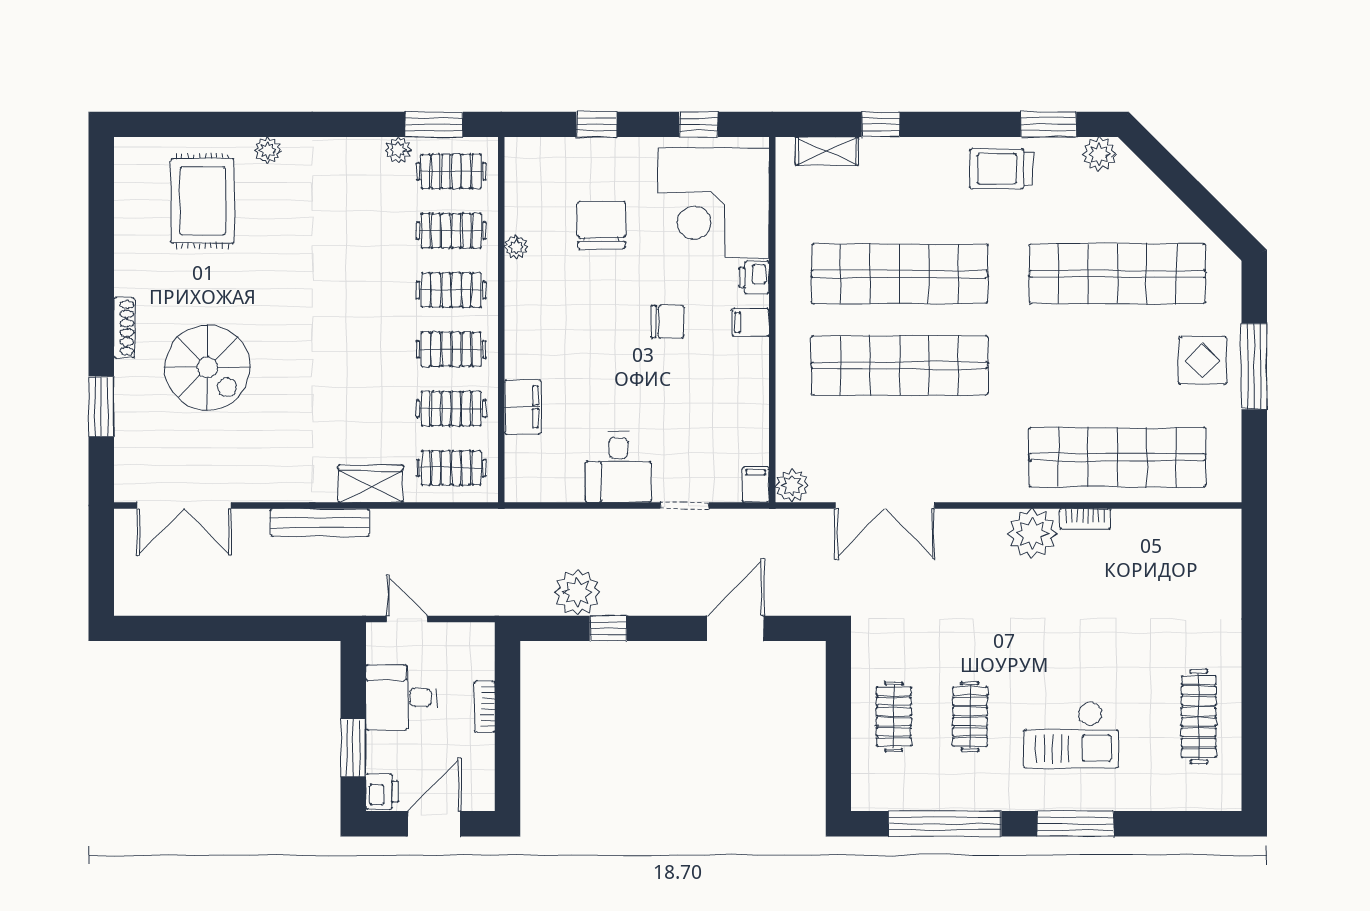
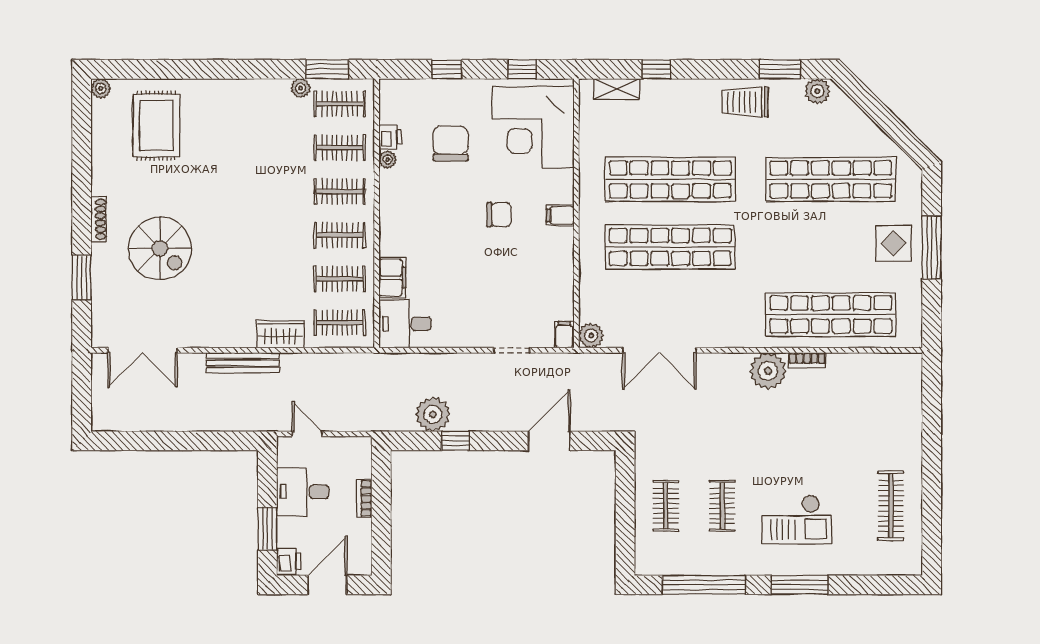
plant: (268, 150) -> (101, 88), moved
printer: (754, 277) -> (390, 137), moved, turned 180
desk: (618, 467) -> (405, 324), moved, turned 90

